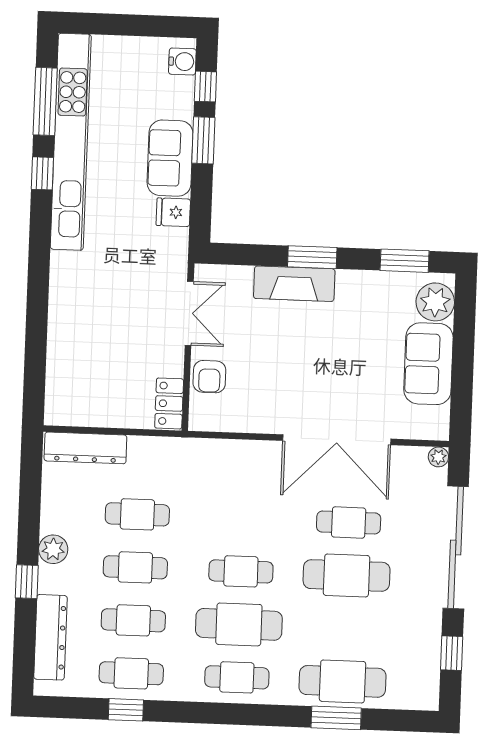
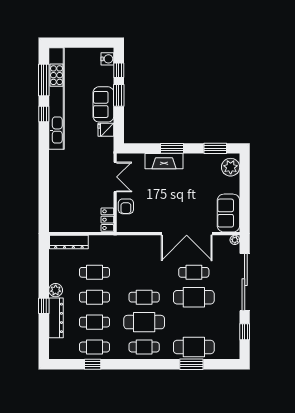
sofa: (428, 364) -> (228, 213), moved
dresser: (50, 637) -> (56, 318), moved

